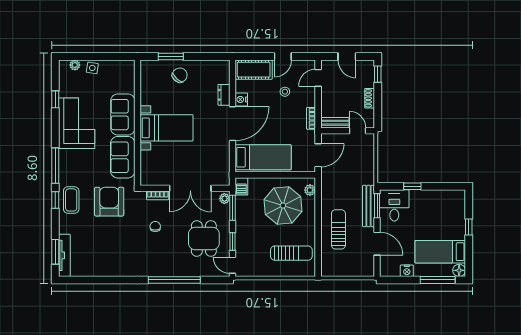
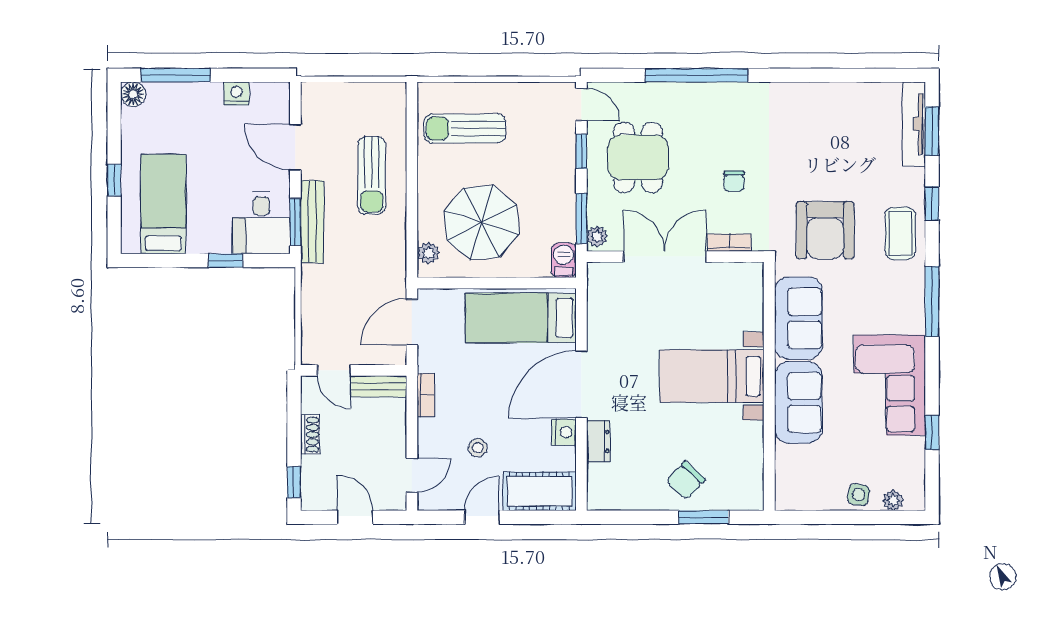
window: (55, 200) -> (932, 203), moved
bed: (440, 252) -> (163, 204), moved, turned -90

